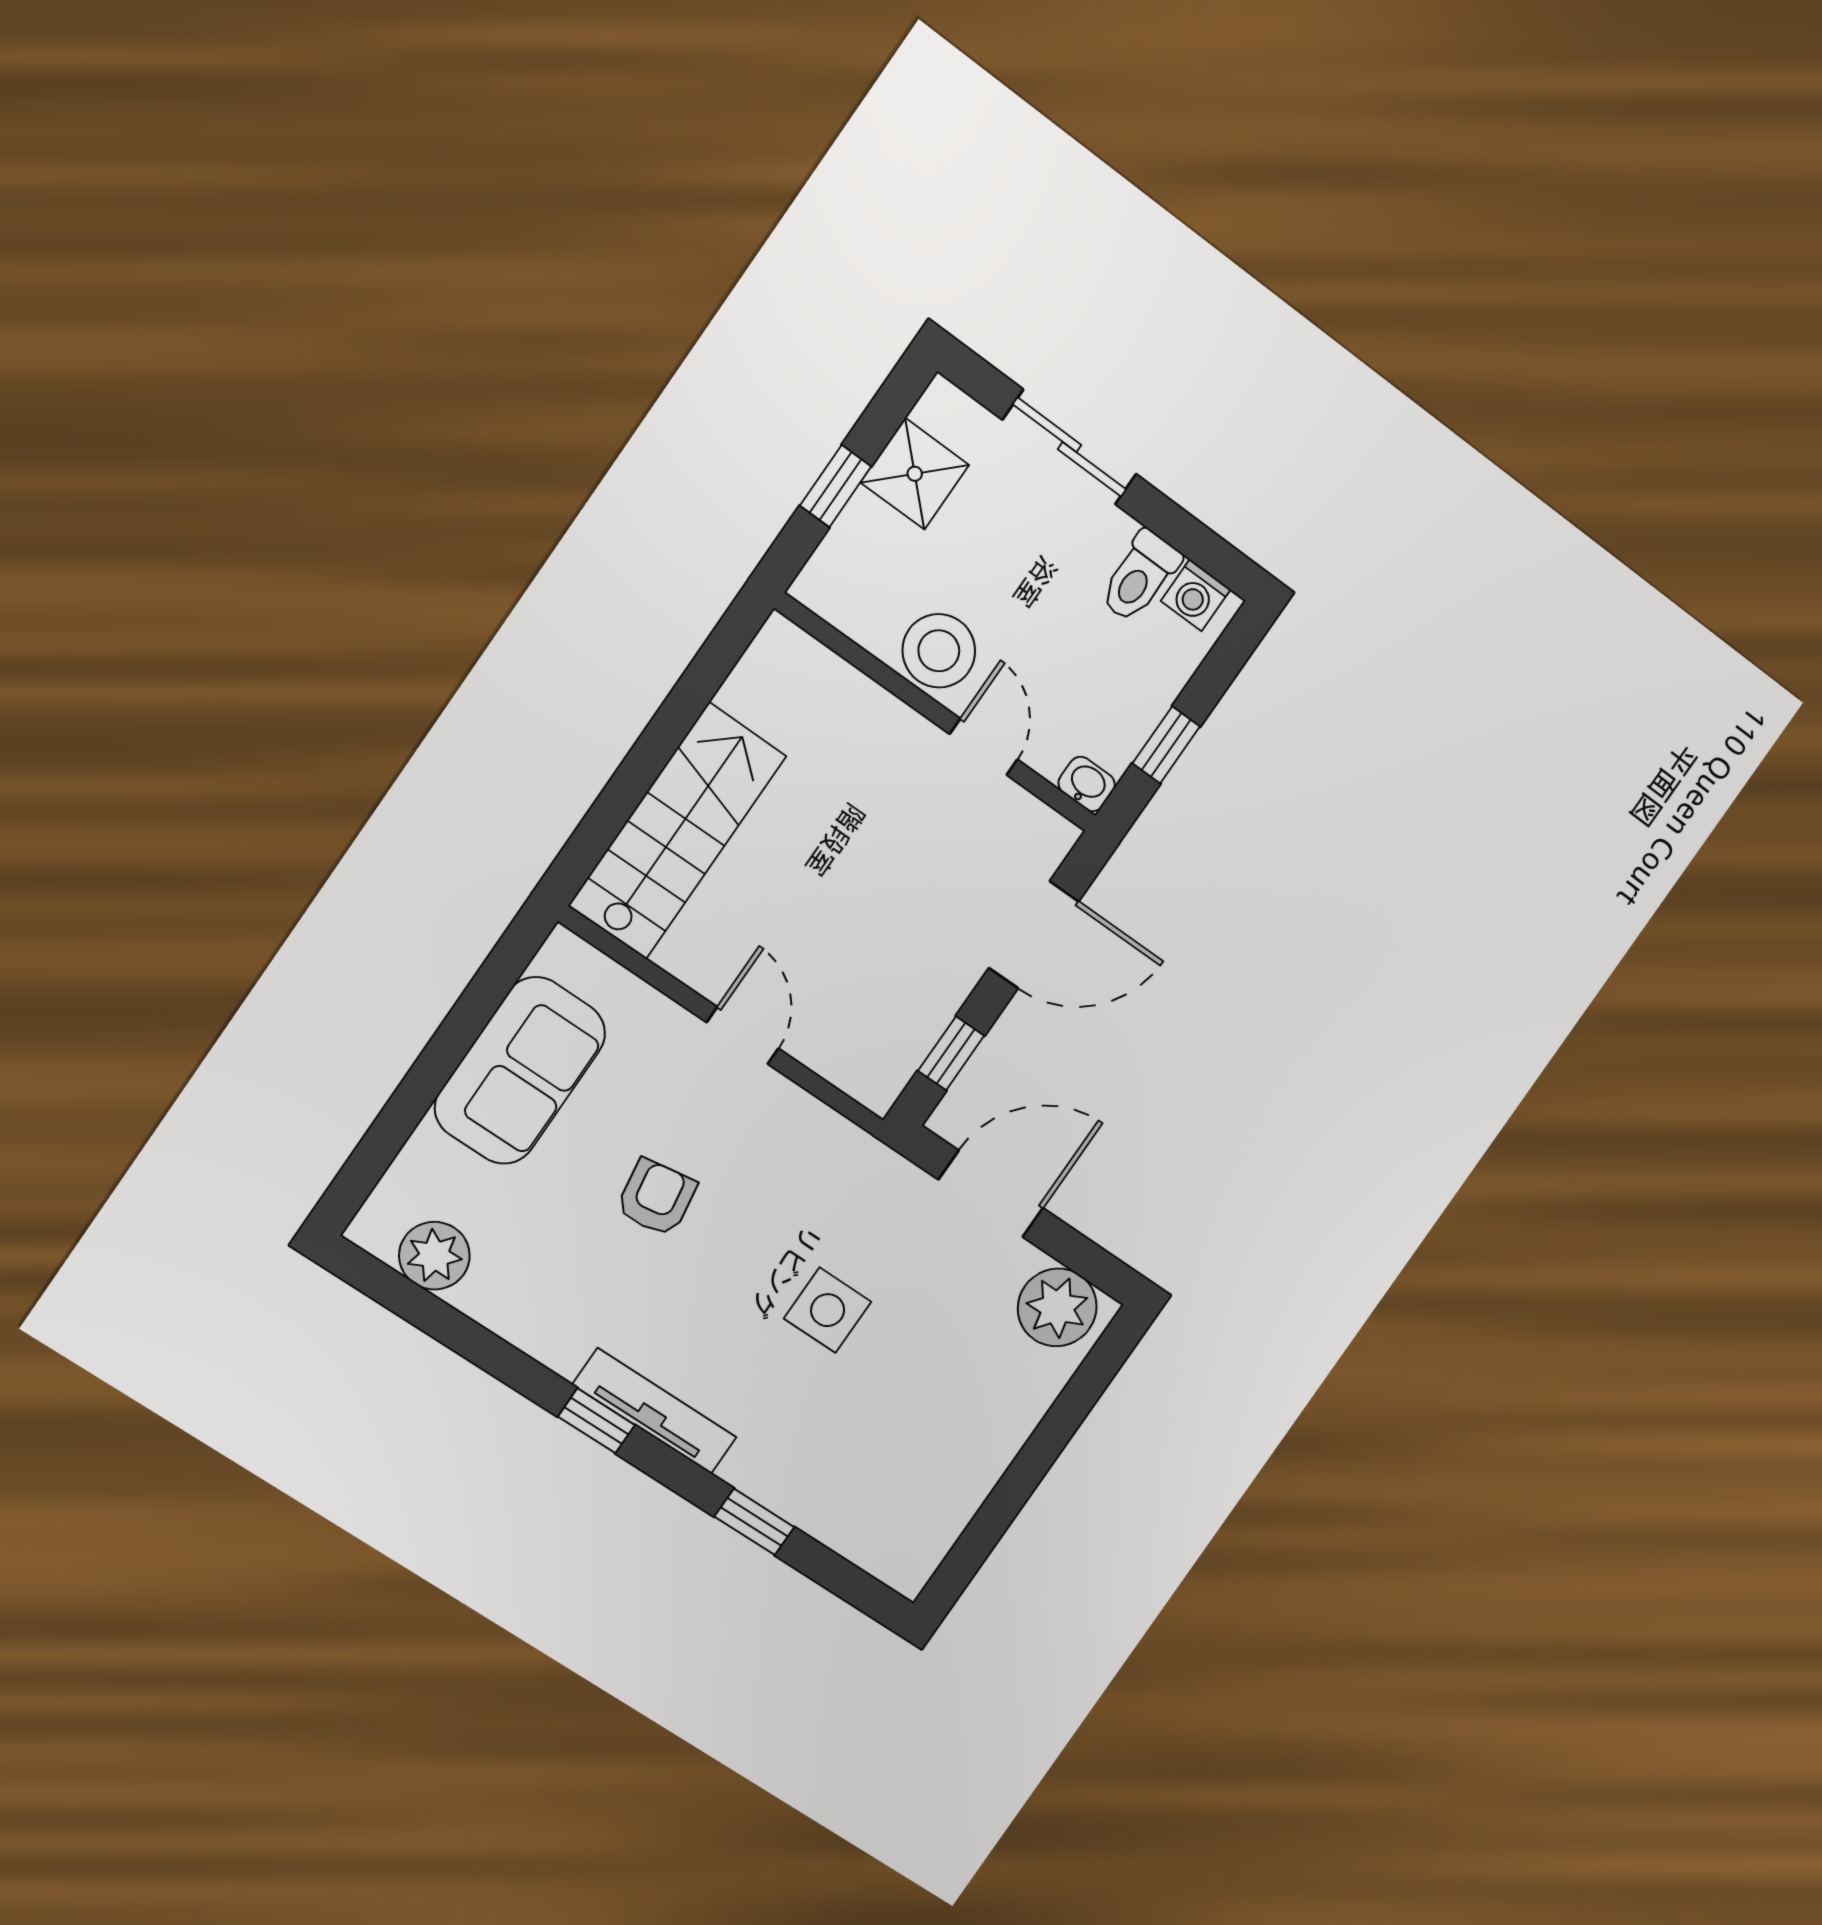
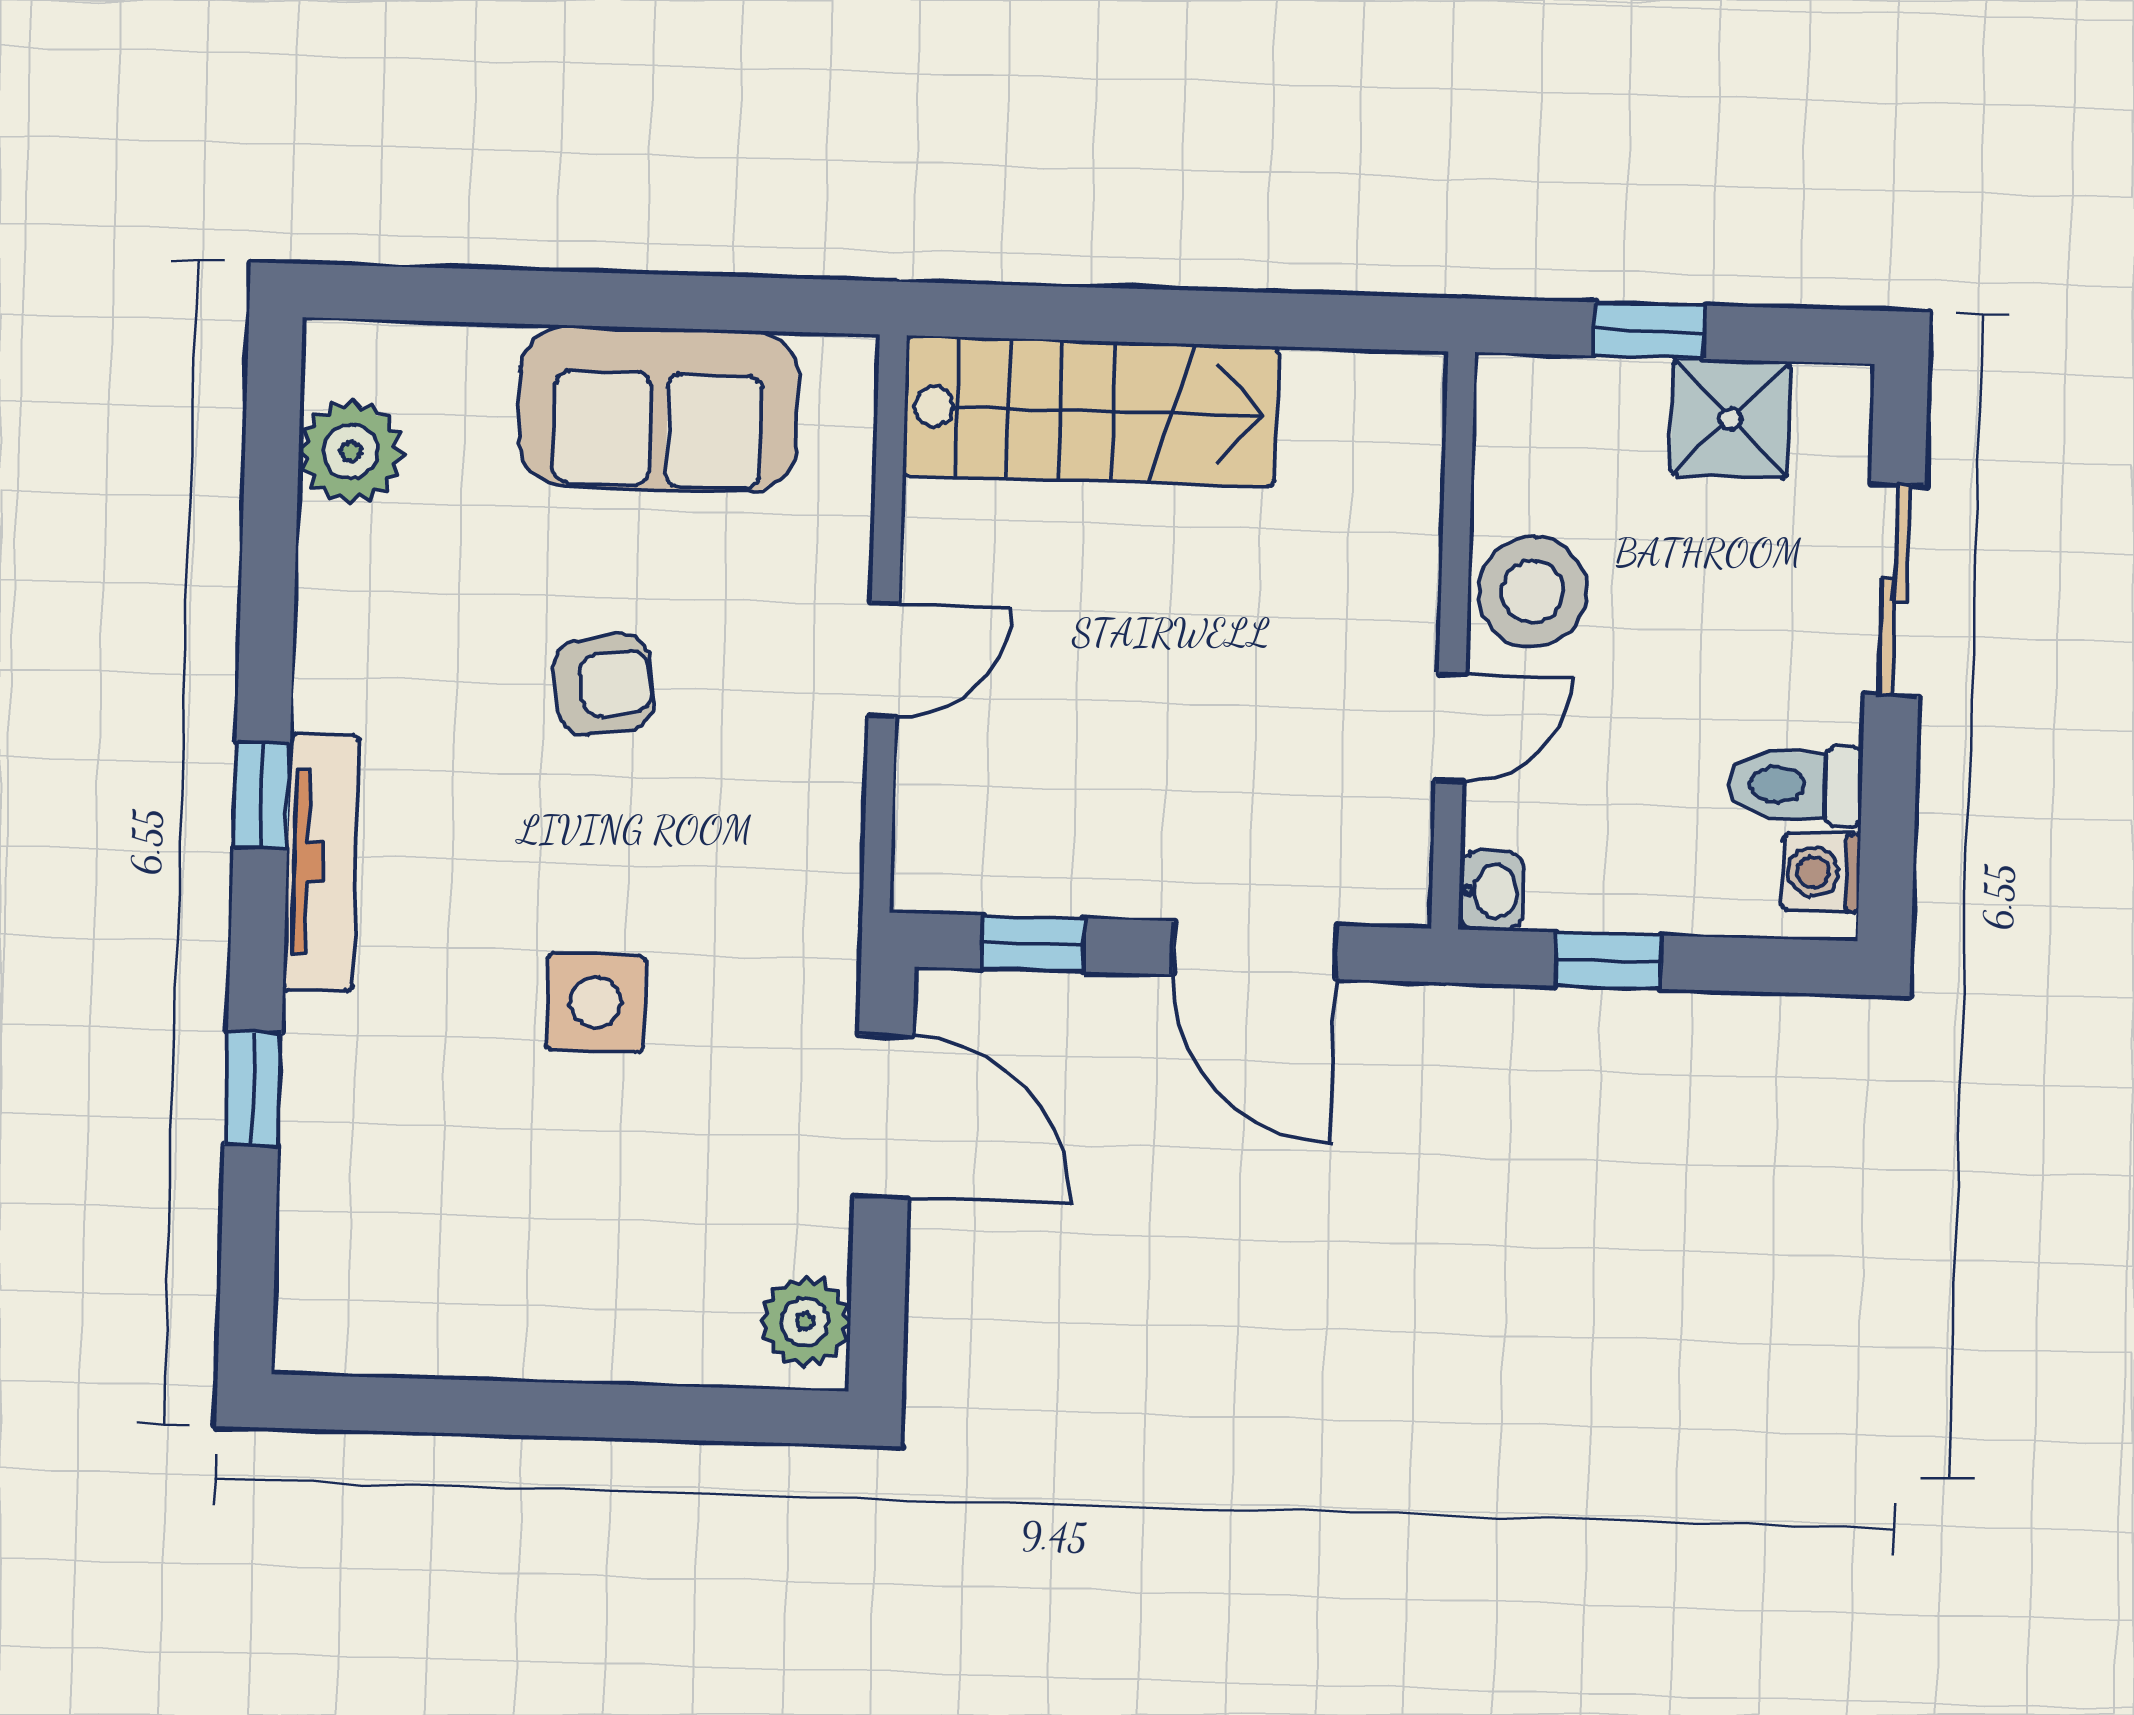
plant: (1057, 1307) -> (805, 1322), width x0.73, depth x0.73

